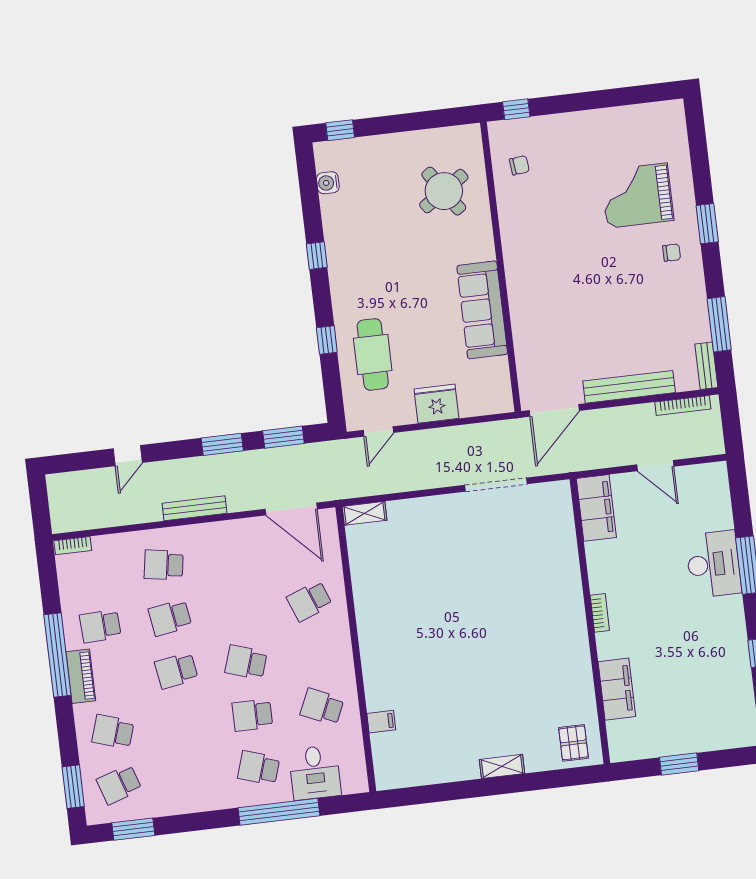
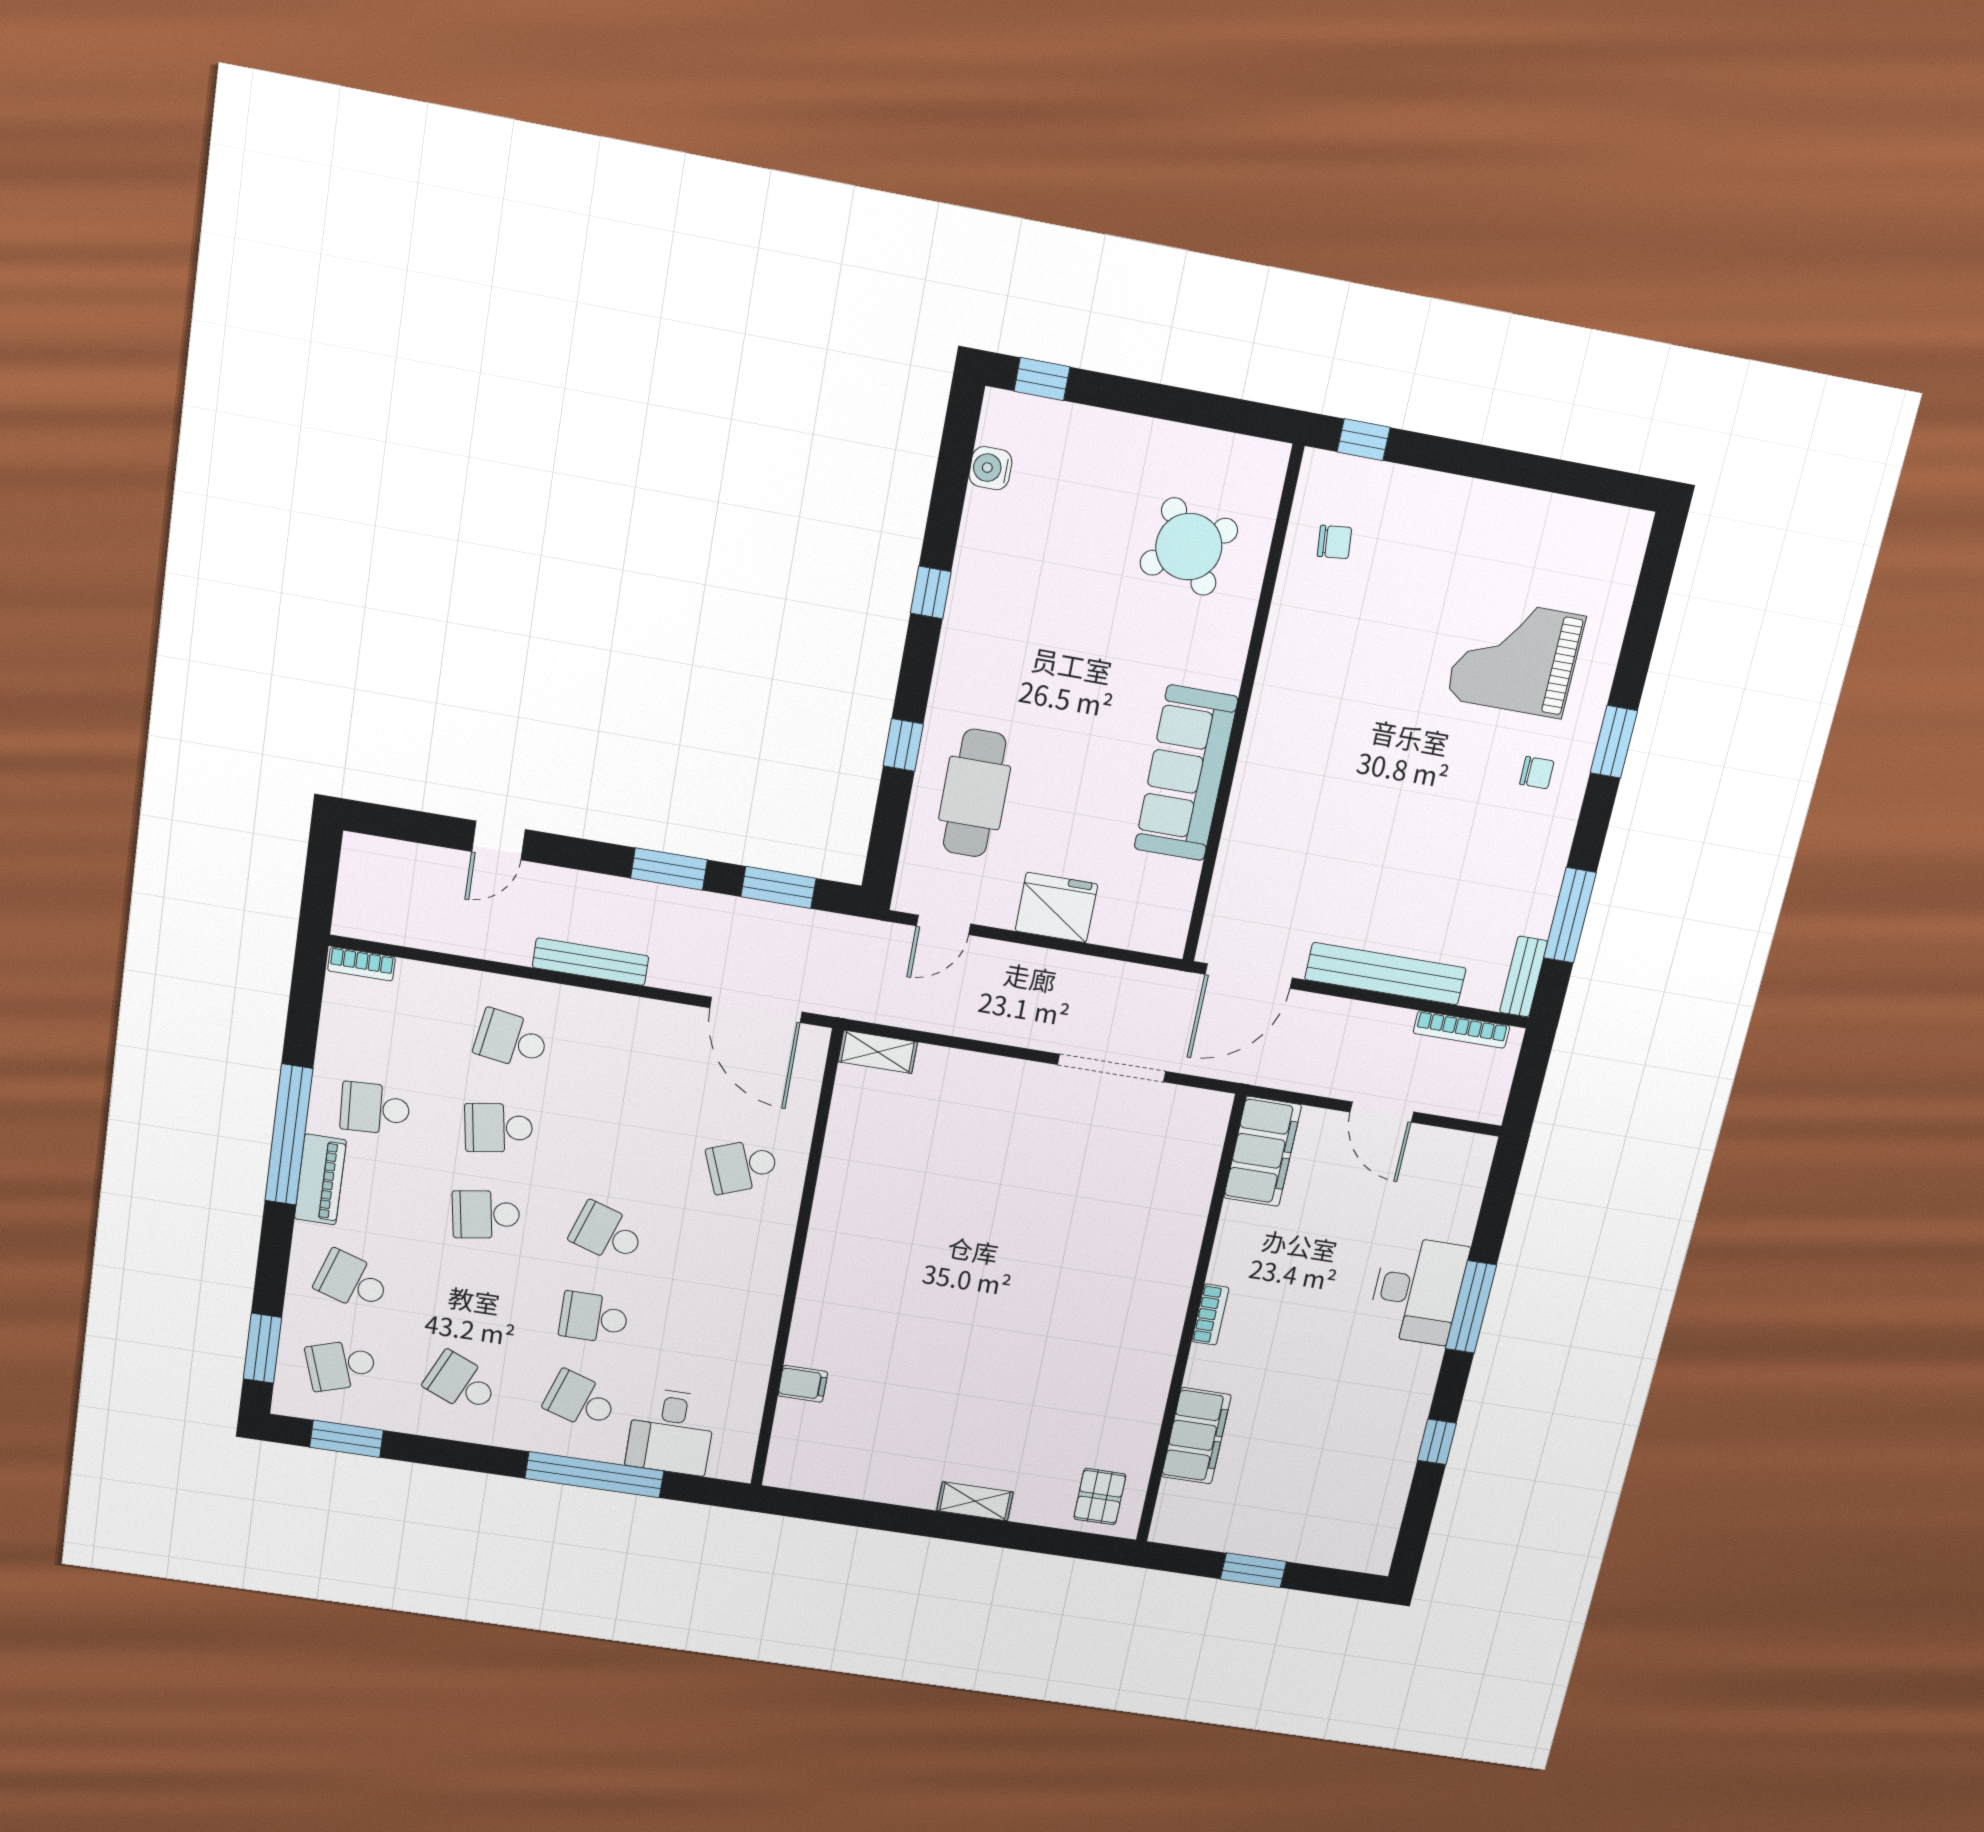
school desk: (322, 707) -> (461, 1383), moved

